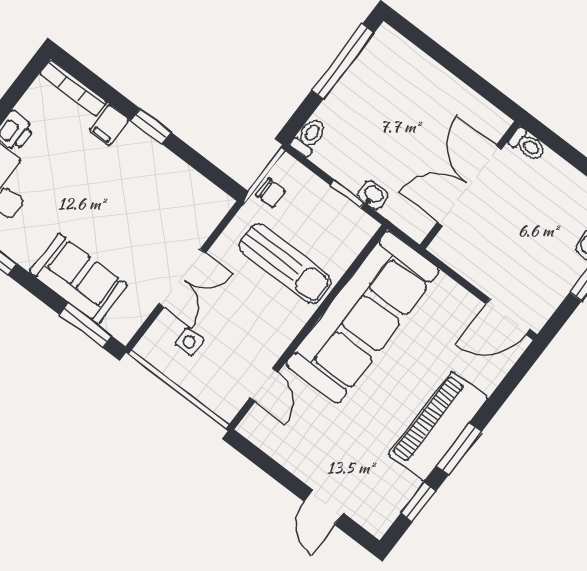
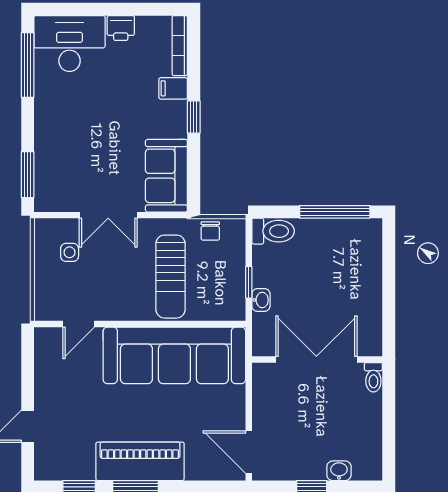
toilet: (309, 137) -> (273, 231), width x1.37, depth x1.39
sofa: (79, 279) -> (166, 176), moved, turned 180

